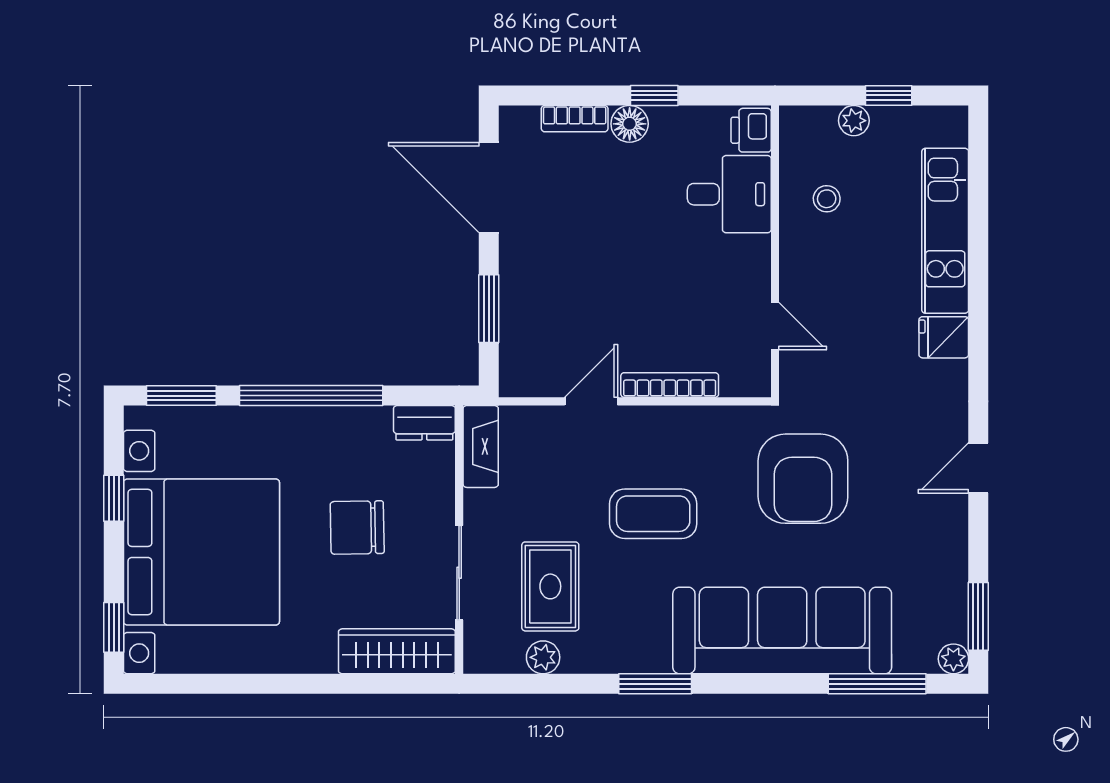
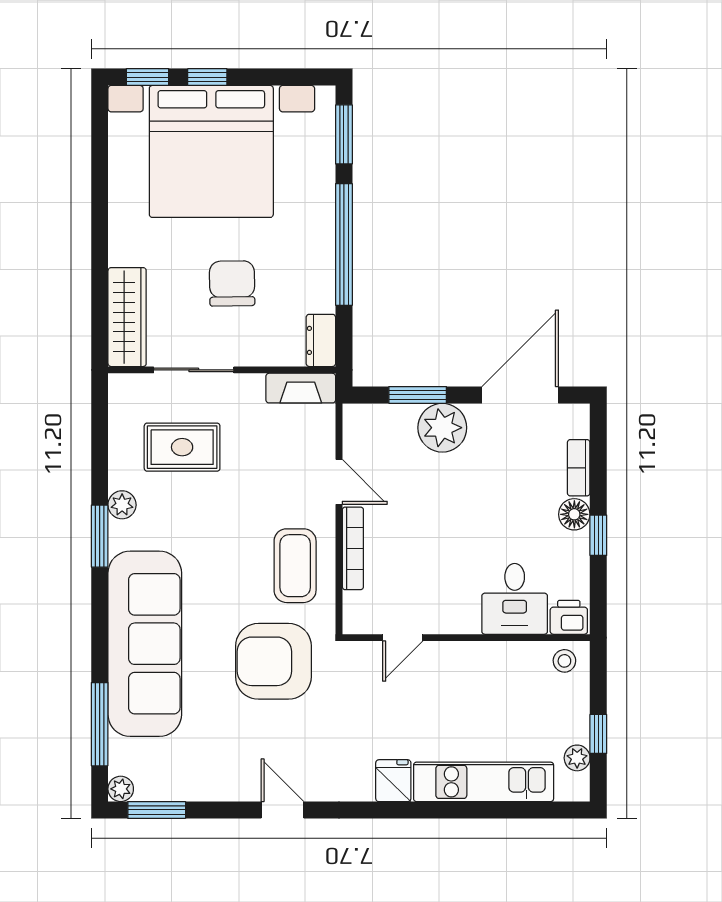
plant: (854, 121) -> (577, 758), moved
stool: (827, 199) -> (564, 661), moved
plant: (527, 279) -> (442, 428), added
window: (114, 498) -> (207, 77), moved
coffee table: (653, 514) -> (295, 566), moved
plant: (543, 657) -> (122, 505), moved

